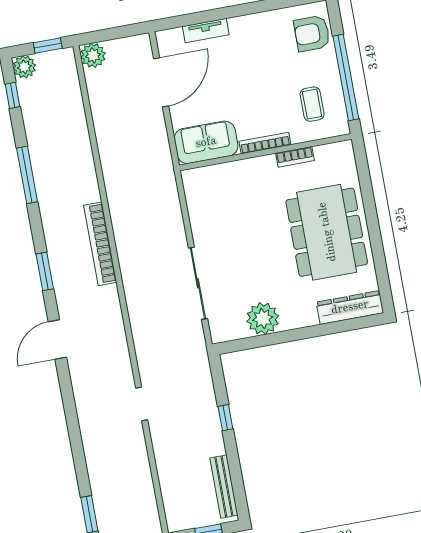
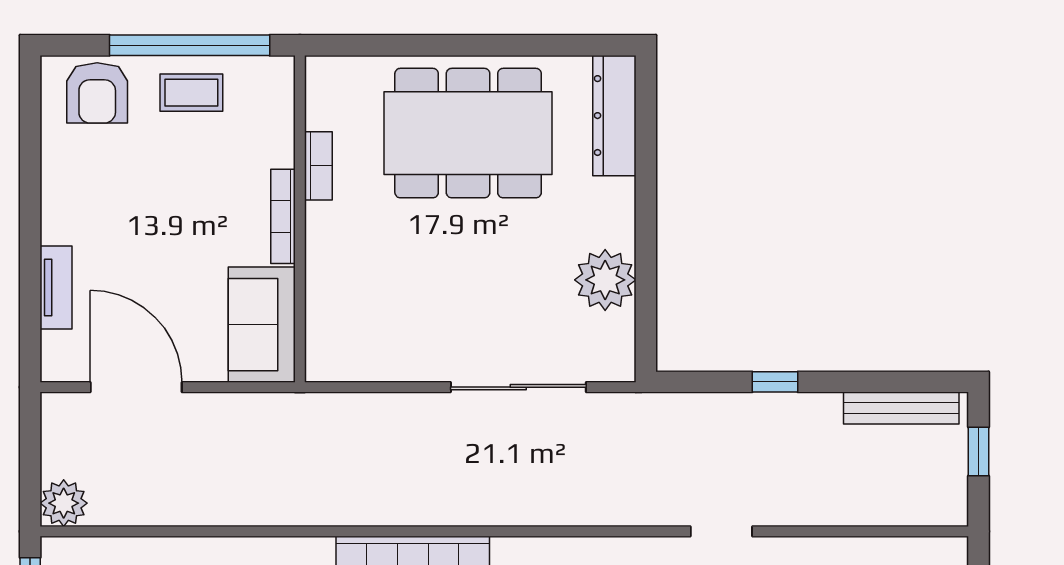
coffee table: (312, 104) -> (191, 93), moved

